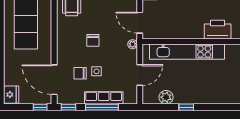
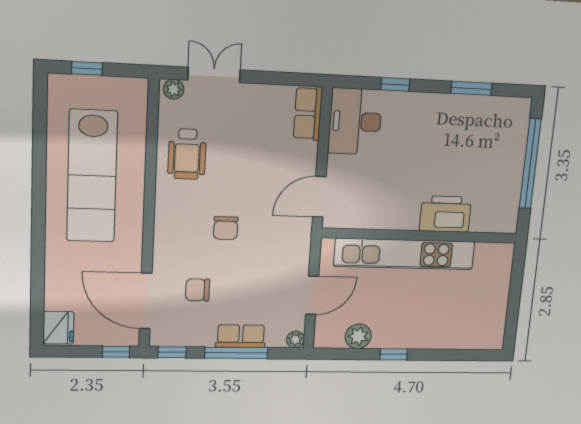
door: (140, 23) -> (319, 197), hinge flipped
printer: (218, 30) -> (445, 214), moved
plant: (133, 44) -> (295, 340), moved
side table: (96, 71) -> (230, 287), removed
row of seats: (104, 98) -> (241, 336), width x0.68

